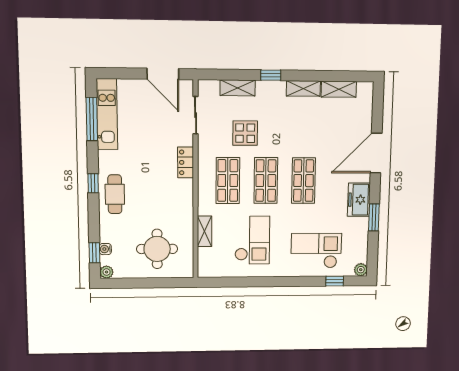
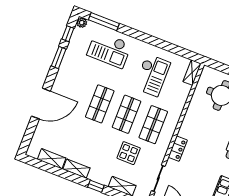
freezer: (359, 200) -> (65, 75), removed
shelving: (205, 231) -> (192, 73), moved
checkout: (252, 240) -> (152, 75), turned 180
window: (373, 250) -> (68, 34), added
window: (335, 281) -> (104, 22), width x2.17

